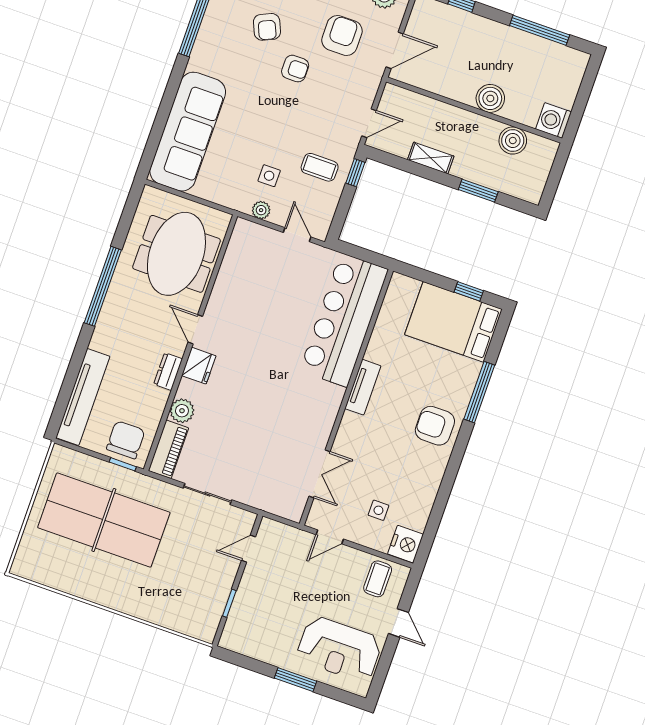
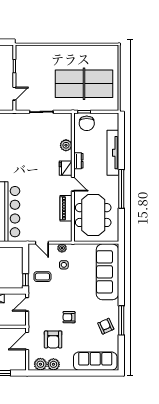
armchair: (267, 27) -> (106, 326), moved
tv unit: (83, 397) -> (113, 153), moved
piano: (168, 449) -> (66, 208), moved

